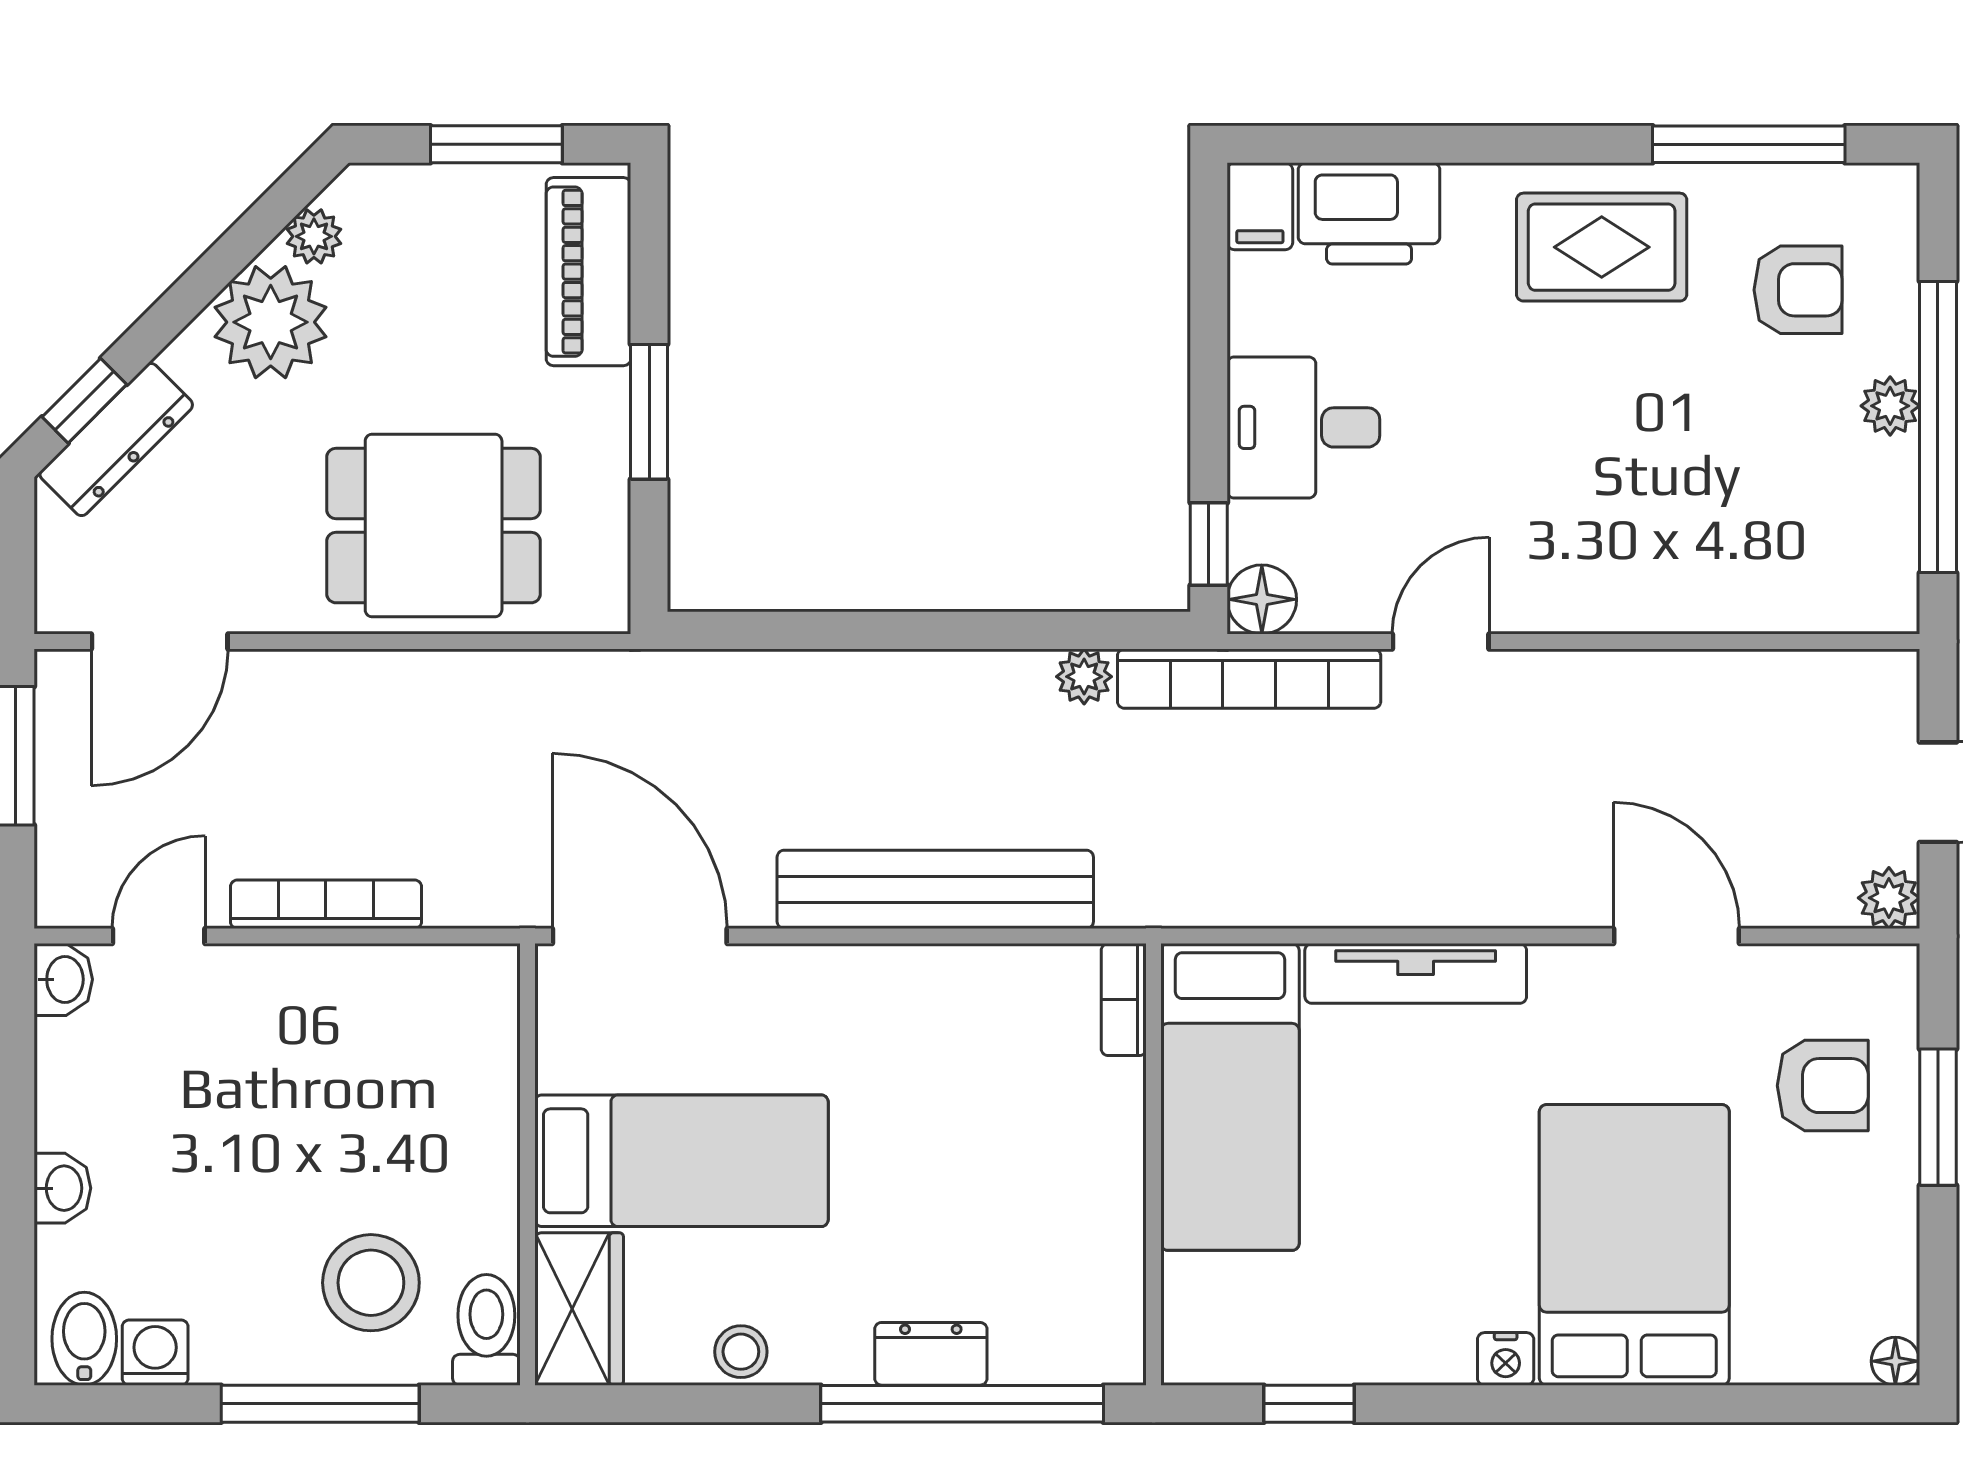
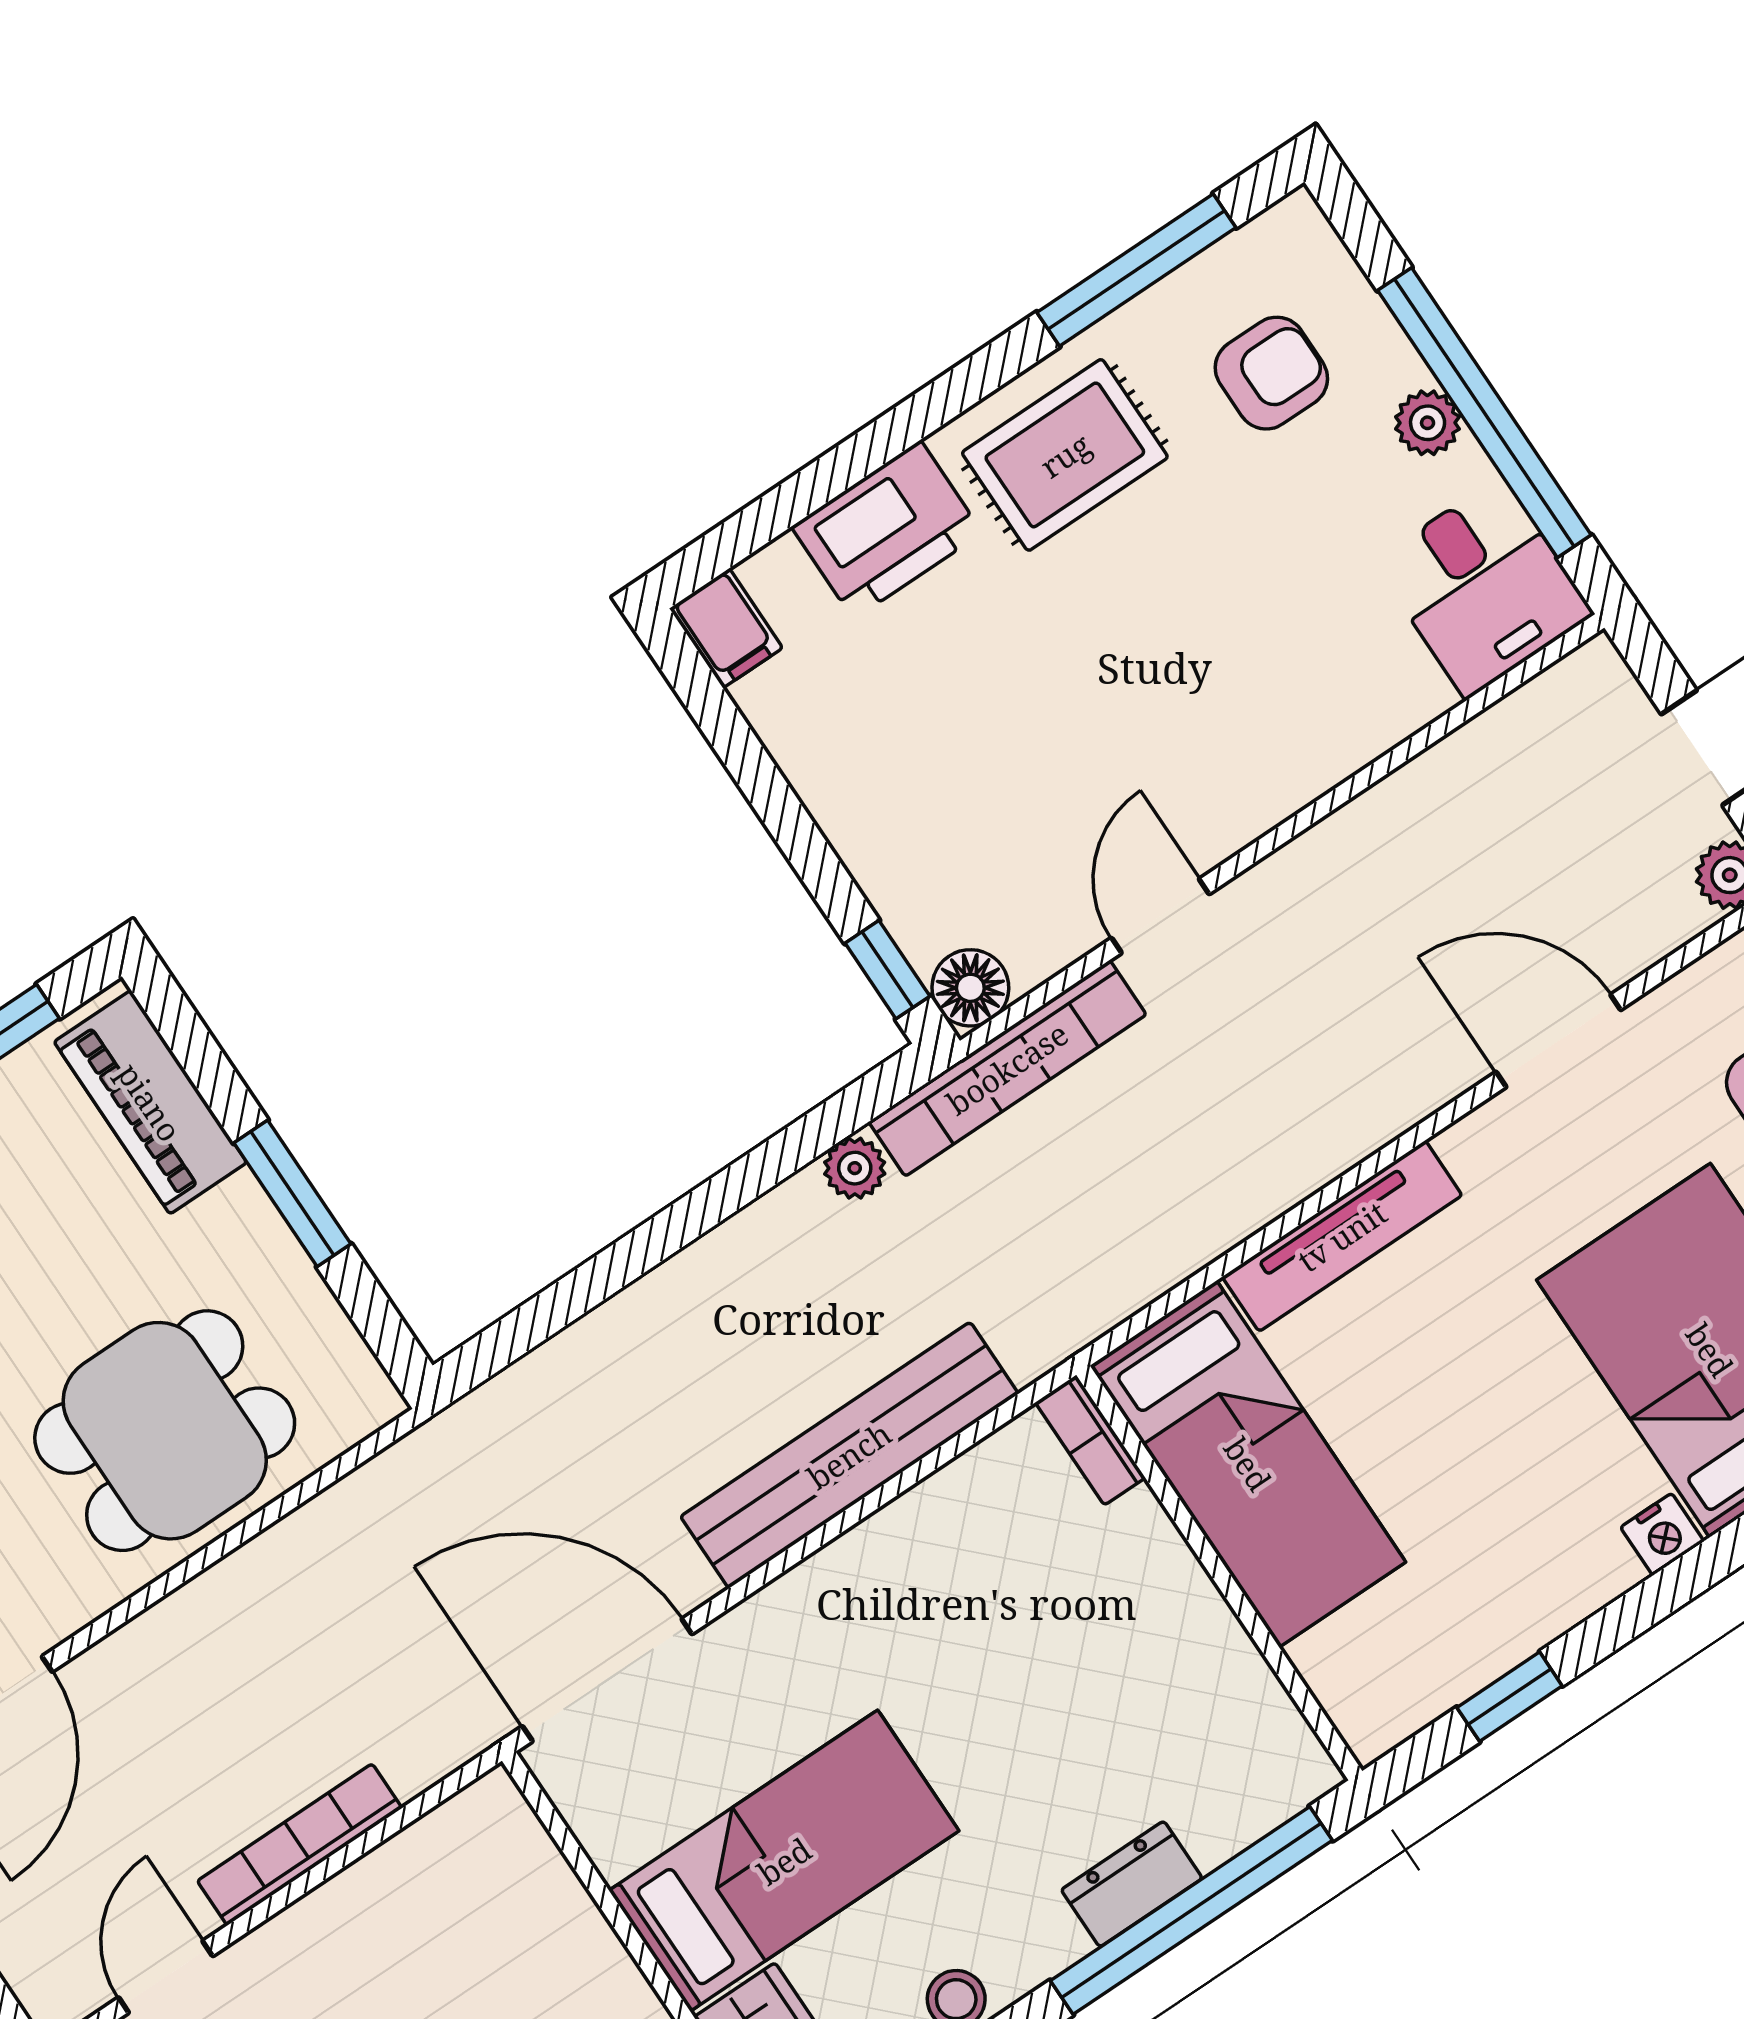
printer: (1369, 213) -> (887, 530), moved
desk: (1303, 427) -> (1483, 588), moved, turned -90

